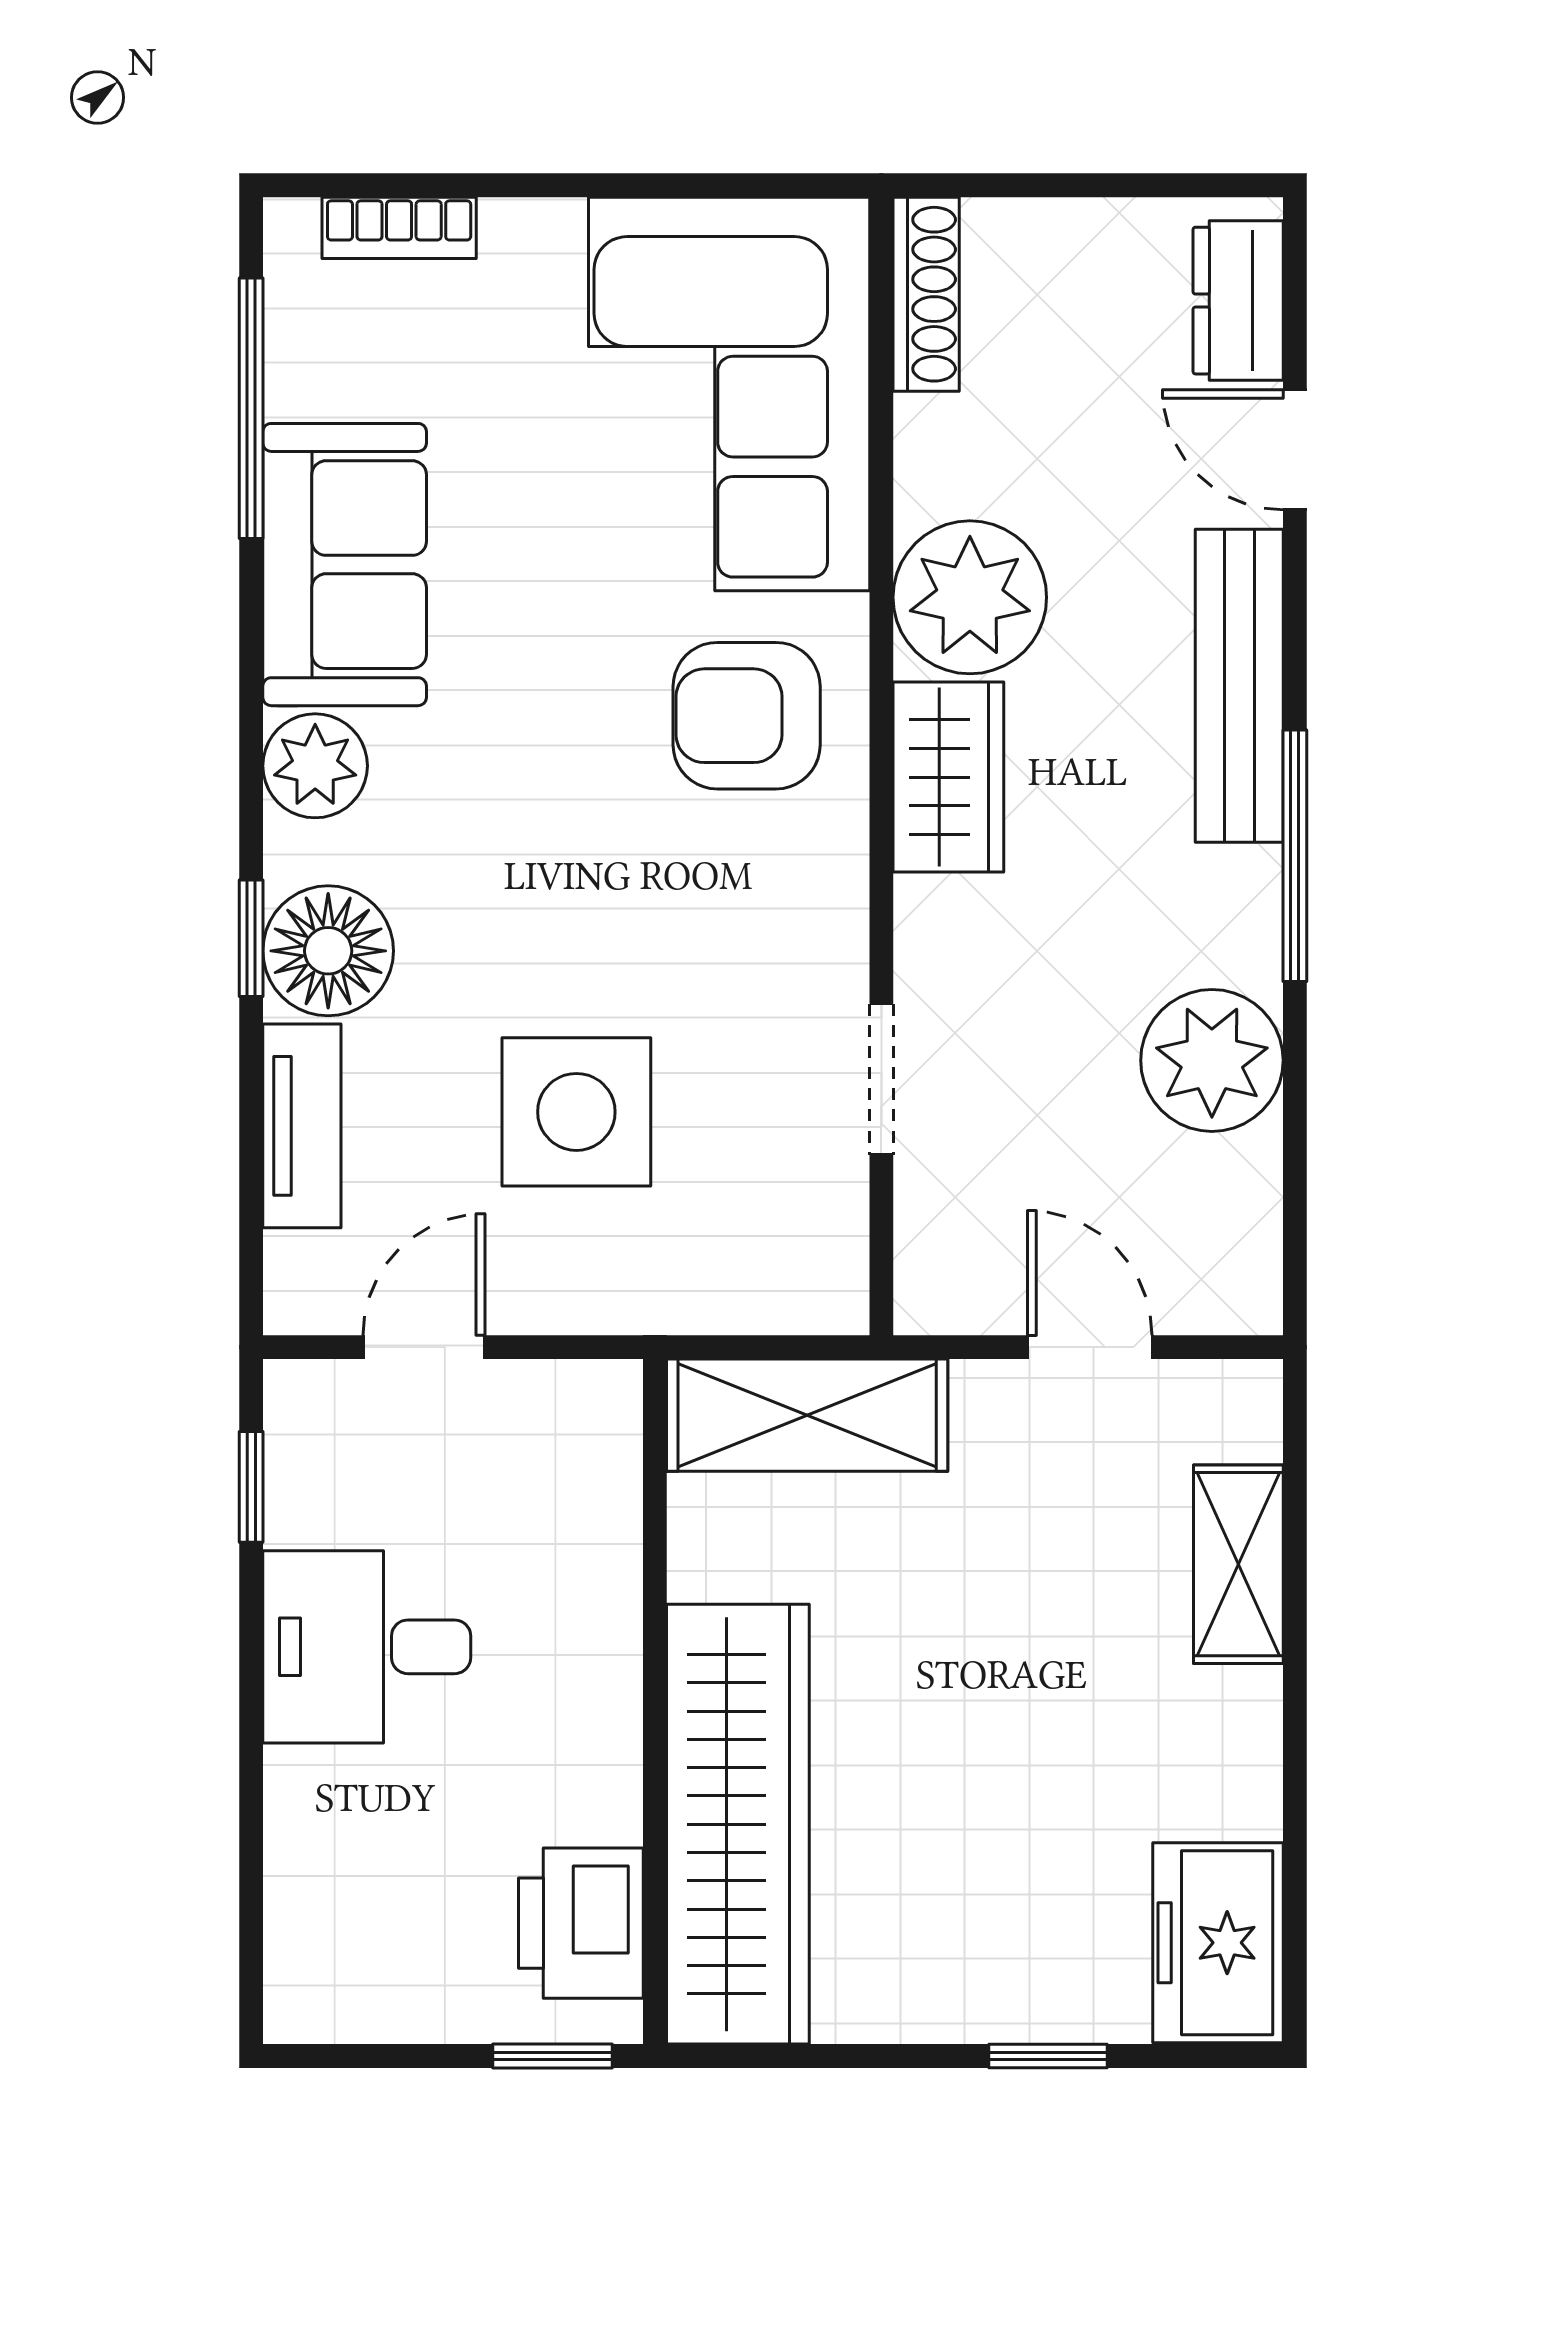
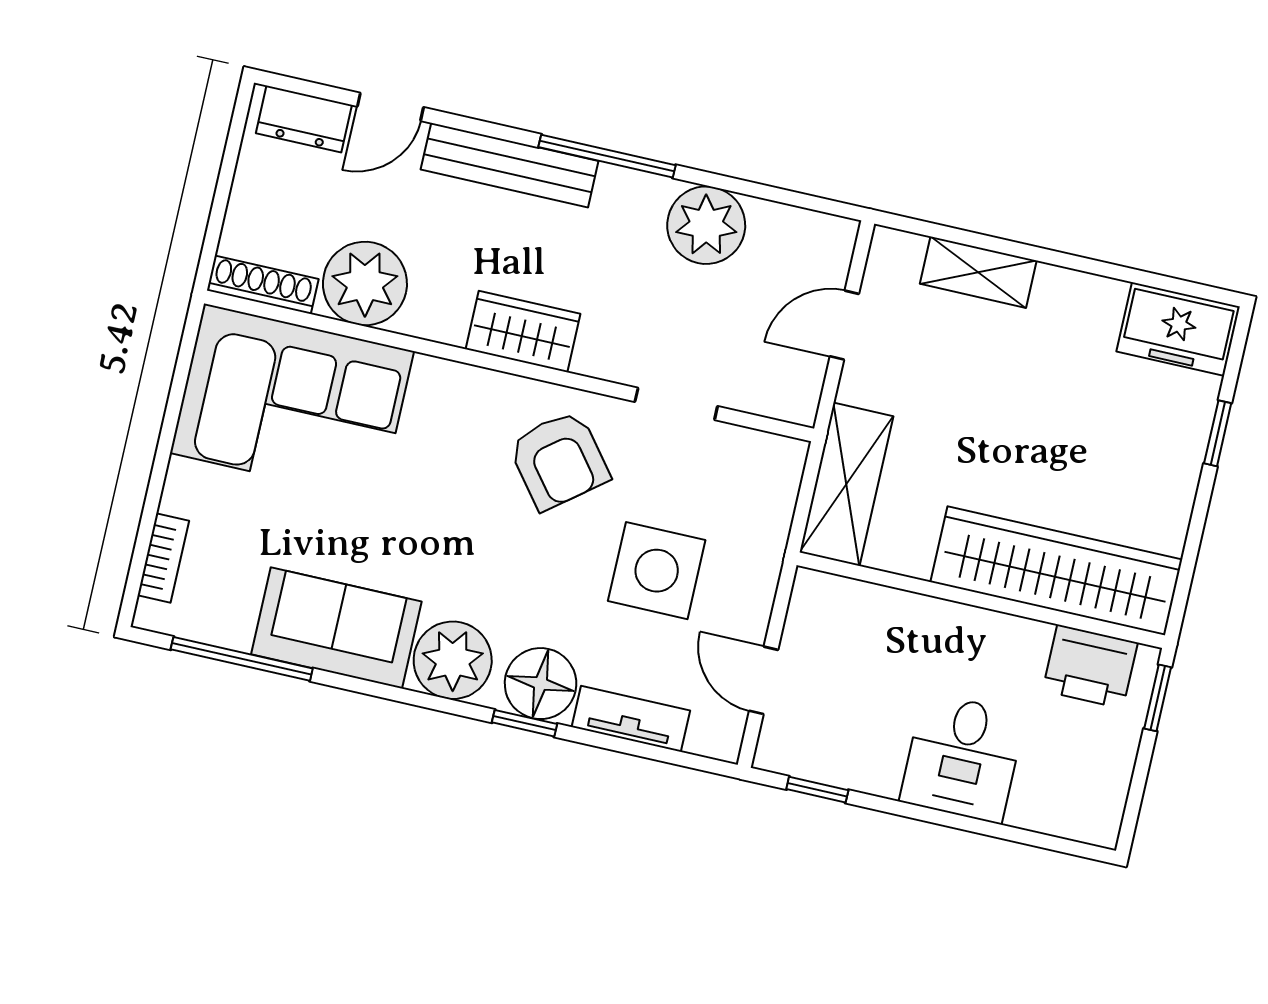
plant: (970, 597) -> (365, 284), moved
armchair: (747, 716) -> (559, 460), moved, turned -38
plant: (315, 766) -> (453, 660), width x1.36, depth x1.36
desk: (367, 1647) -> (962, 758), moved

